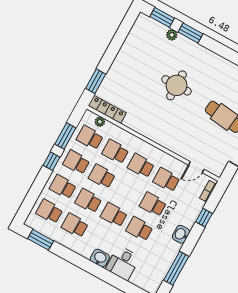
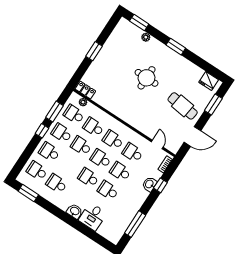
window: (190, 33) -> (176, 47), moved
window: (96, 81) -> (94, 51), moved
locker: (107, 109) -> (85, 90), width x0.66
door: (196, 167) -> (157, 144), swing flipped
school desk: (88, 201) -> (101, 159), moved
washbasin: (181, 234) -> (150, 184), moved

